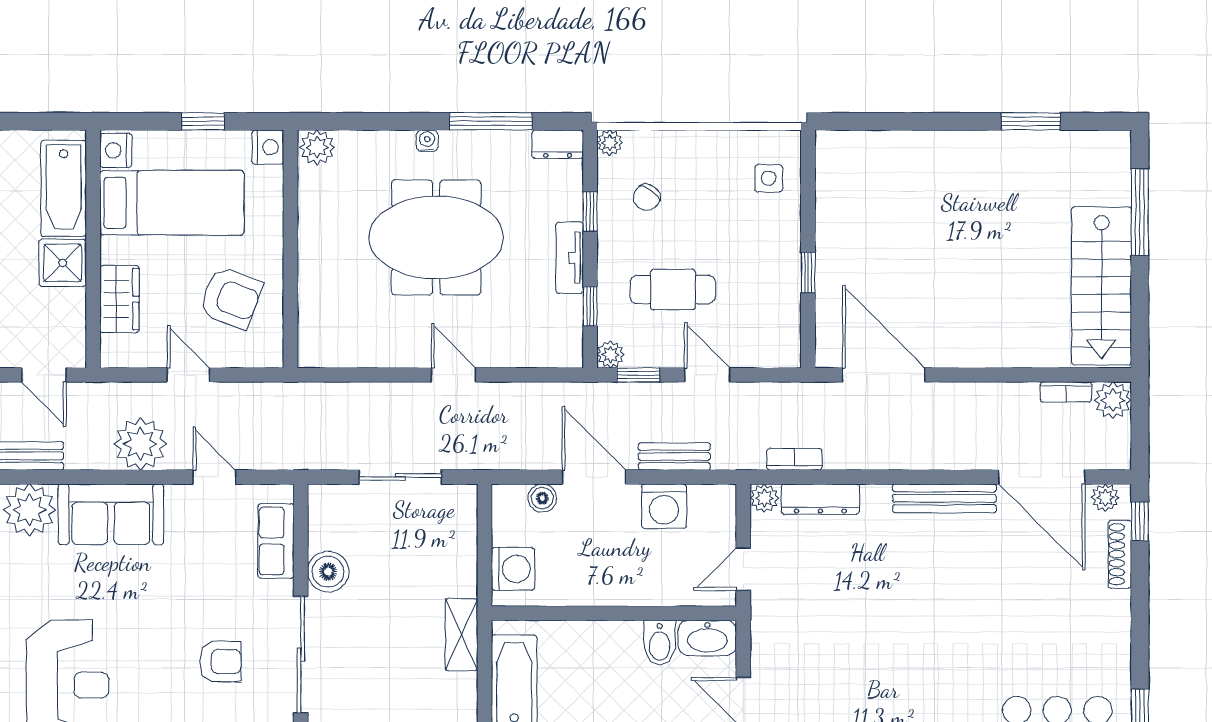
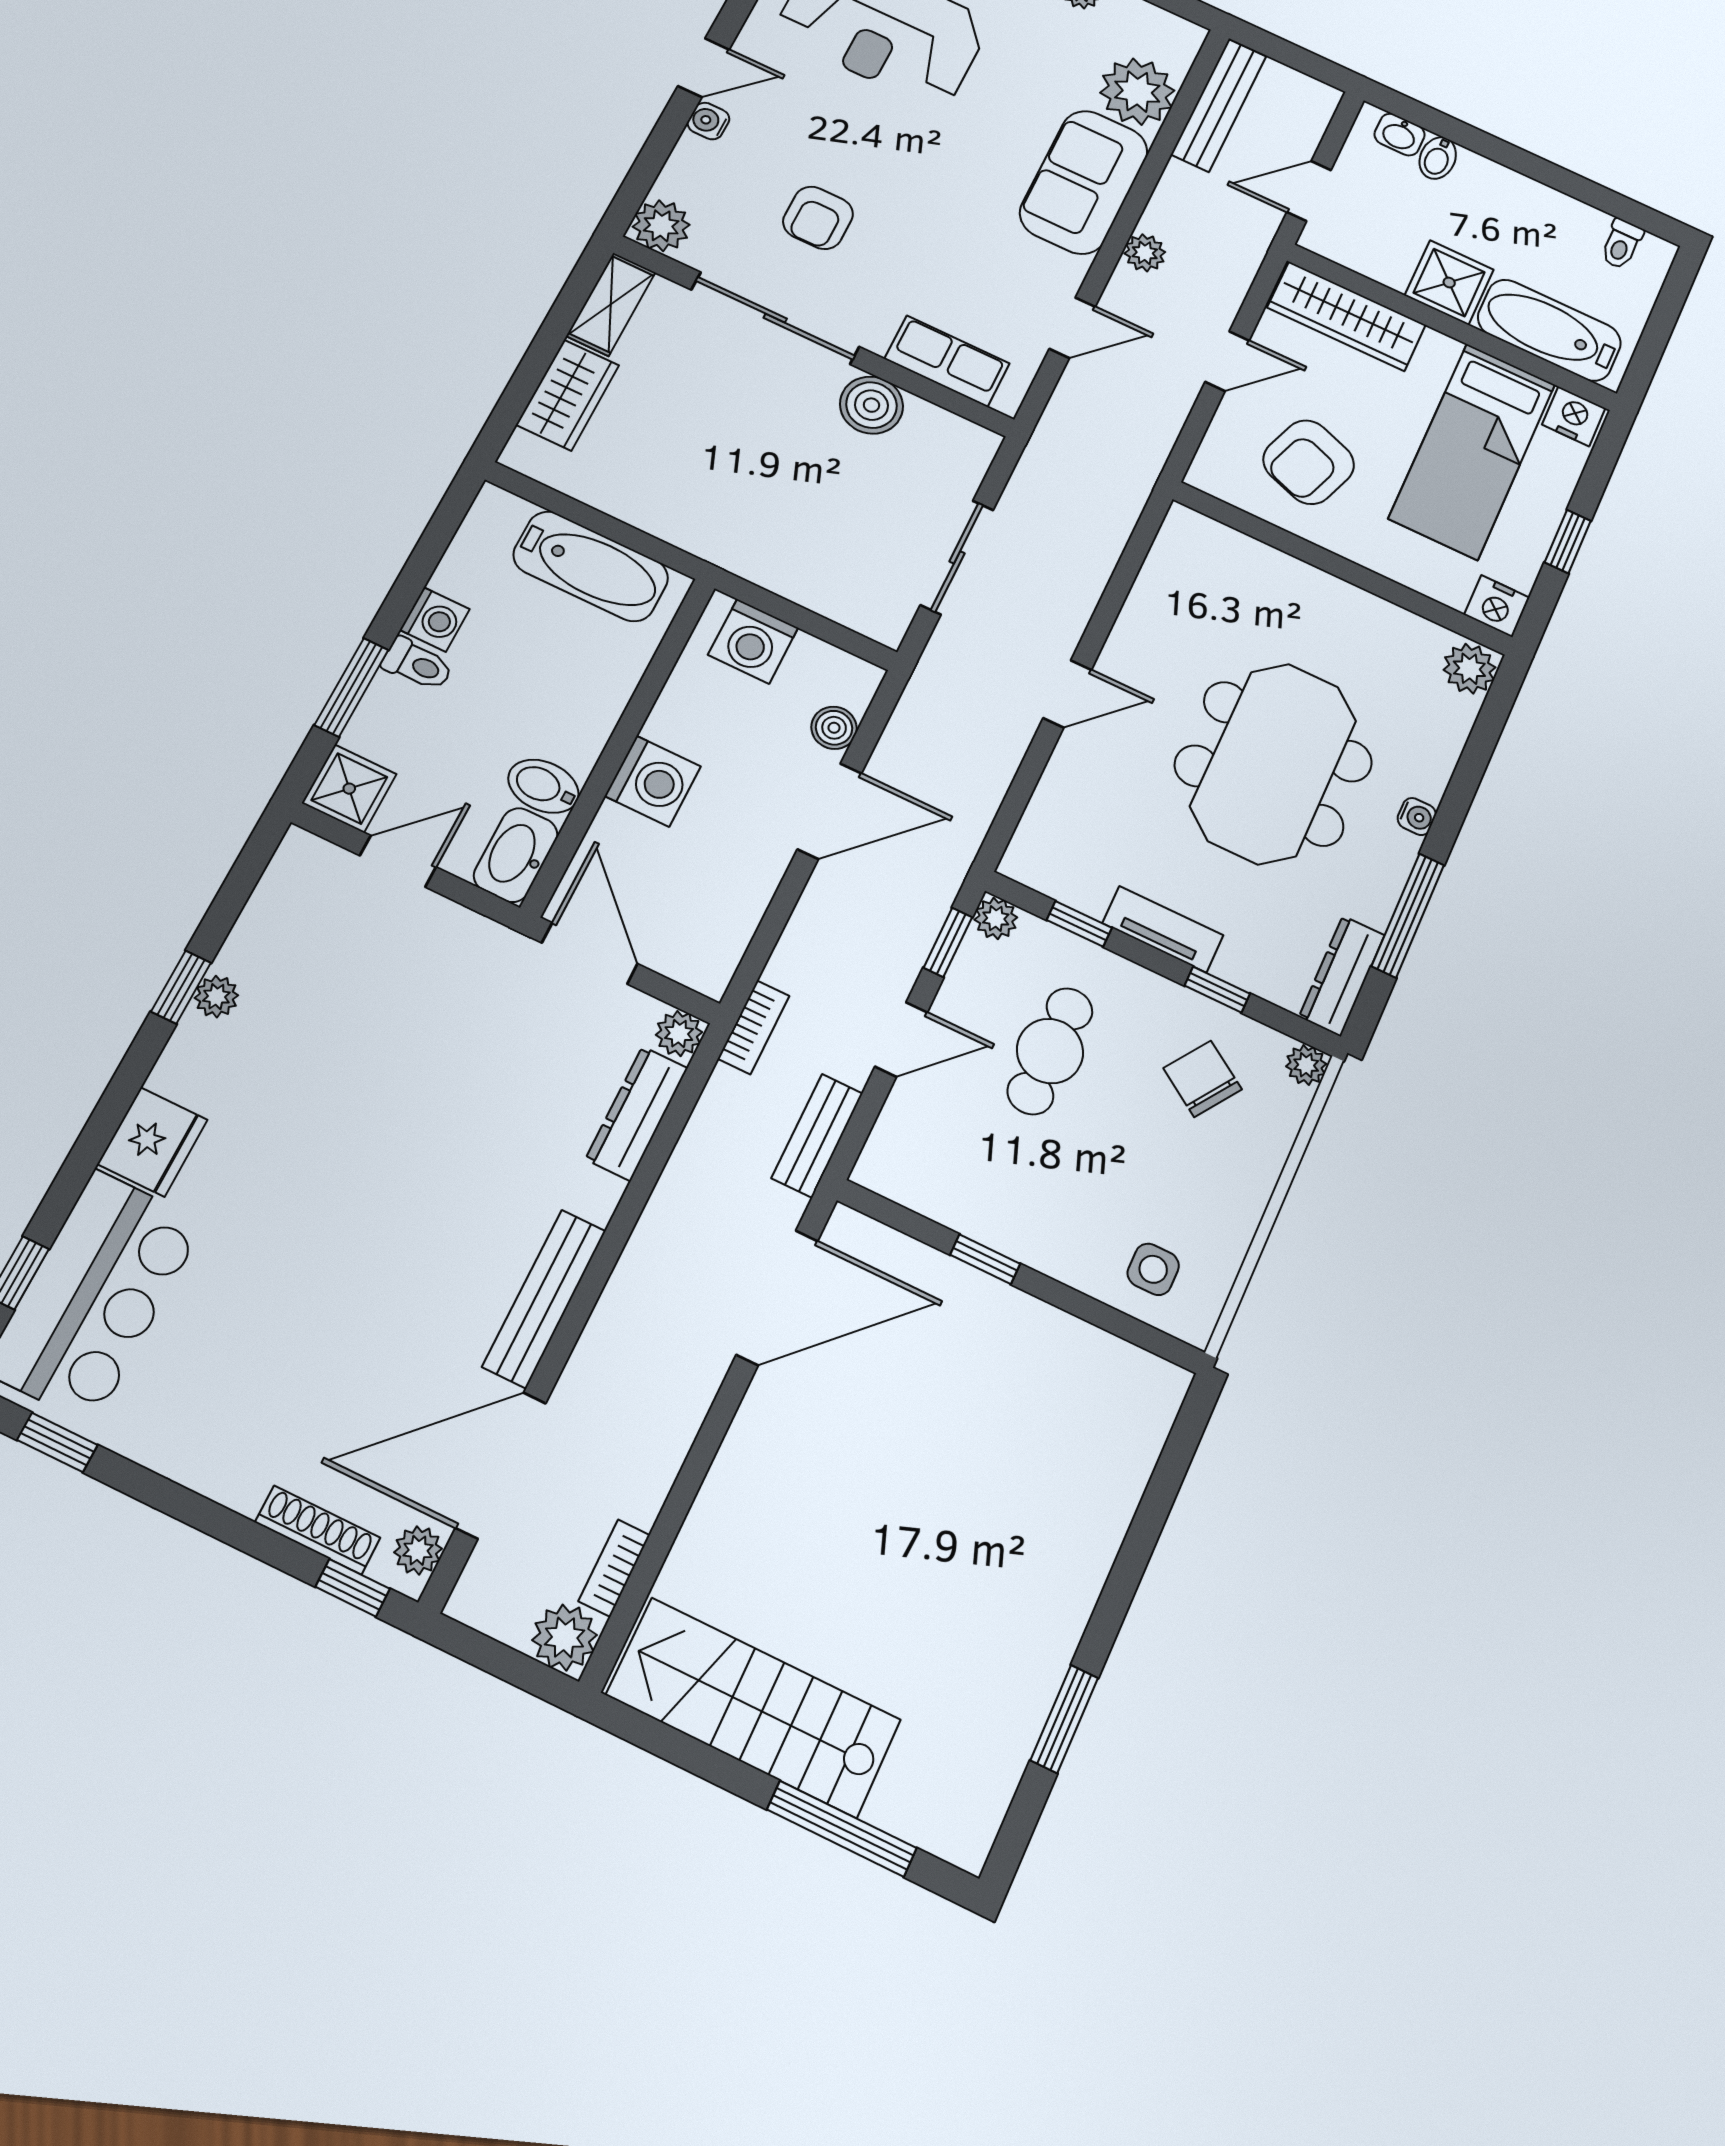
dresser: (558, 144) -> (1342, 976), width x1.44
chair: (647, 197) -> (1203, 1079), width x1.37, depth x1.37
wardrobe: (119, 299) -> (1346, 316), width x1.50
plant: (140, 444) -> (1145, 253), width x0.53, depth x0.53
bench: (674, 457) -> (817, 1136), moved
bookcase: (794, 459) -> (754, 1027), moved
washing machine: (664, 506) -> (653, 781), moved, turned 180
door: (743, 569) -> (590, 953), width x1.38
shelving: (461, 635) -> (695, 531), removed

